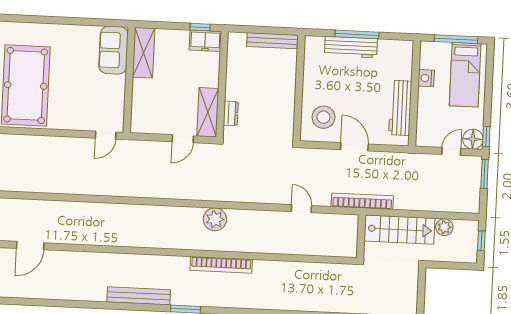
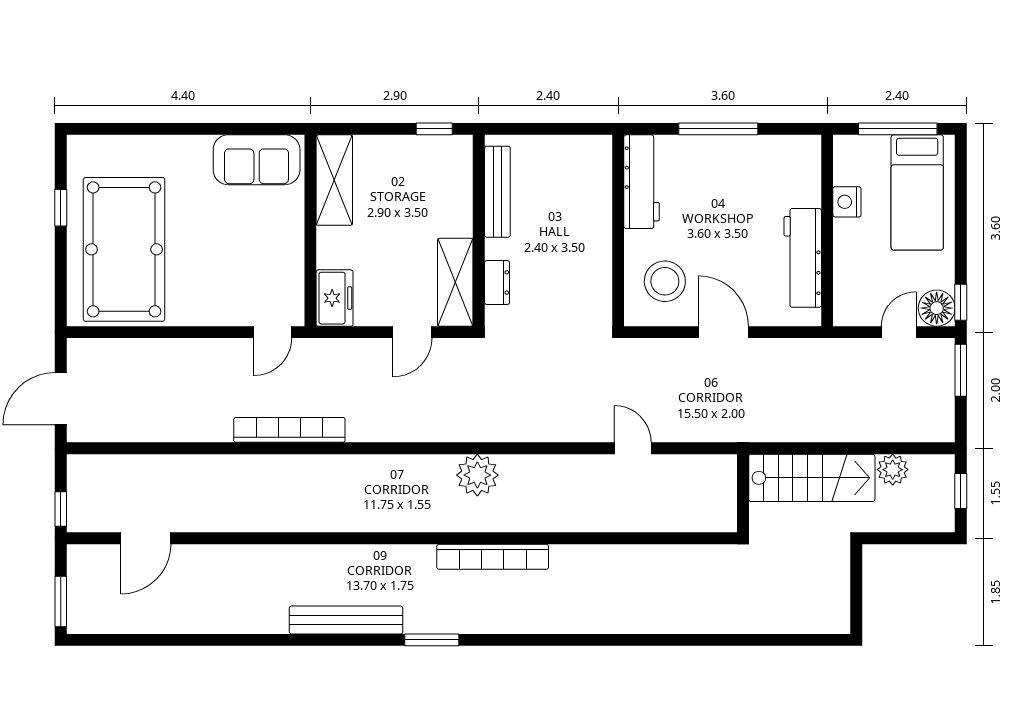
freezer: (205, 41) -> (335, 298), moved, turned -90
bench: (272, 41) -> (497, 192), moved, turned 90
workbench: (351, 47) -> (642, 182), moved, turned -90
sofa: (113, 50) -> (257, 160), moved, turned -90
bookcase: (362, 201) -> (289, 430), moved

